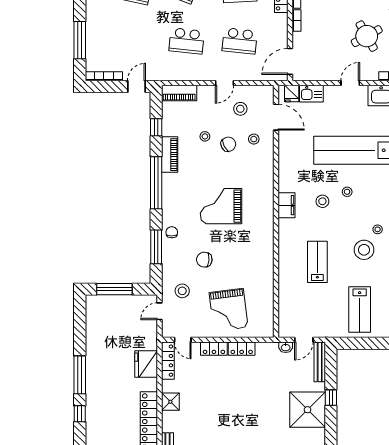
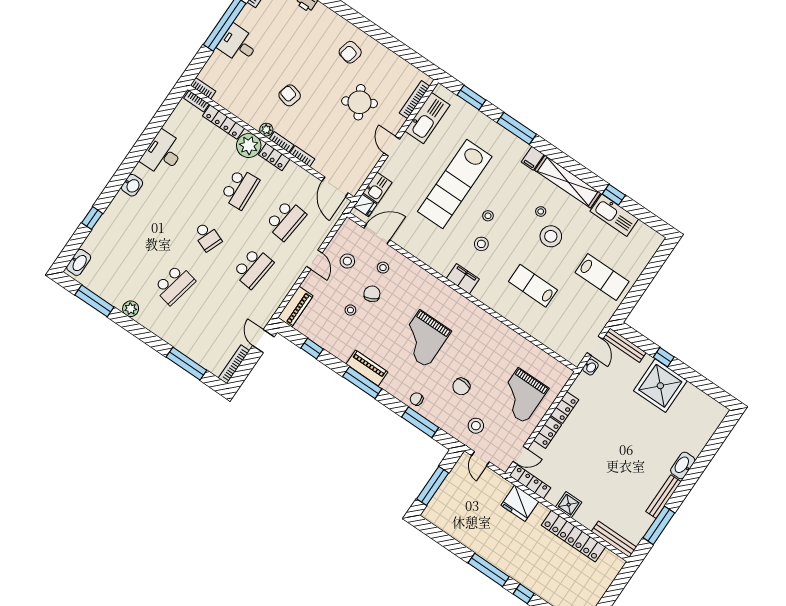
piano: (170, 155) -> (367, 368), moved
window: (156, 183) -> (362, 383), width x0.68
grand piano: (229, 310) -> (522, 396), turned 97

